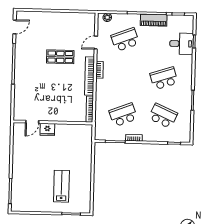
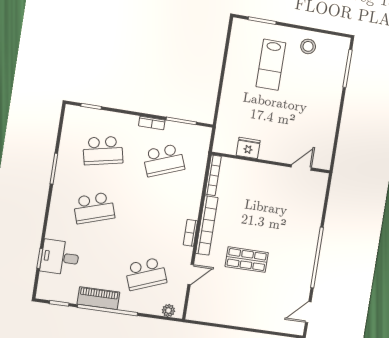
school desk: (163, 116) -> (103, 151), turned -36
fridge: (47, 129) -> (248, 148), moved
stool: (38, 202) -> (308, 46), added

